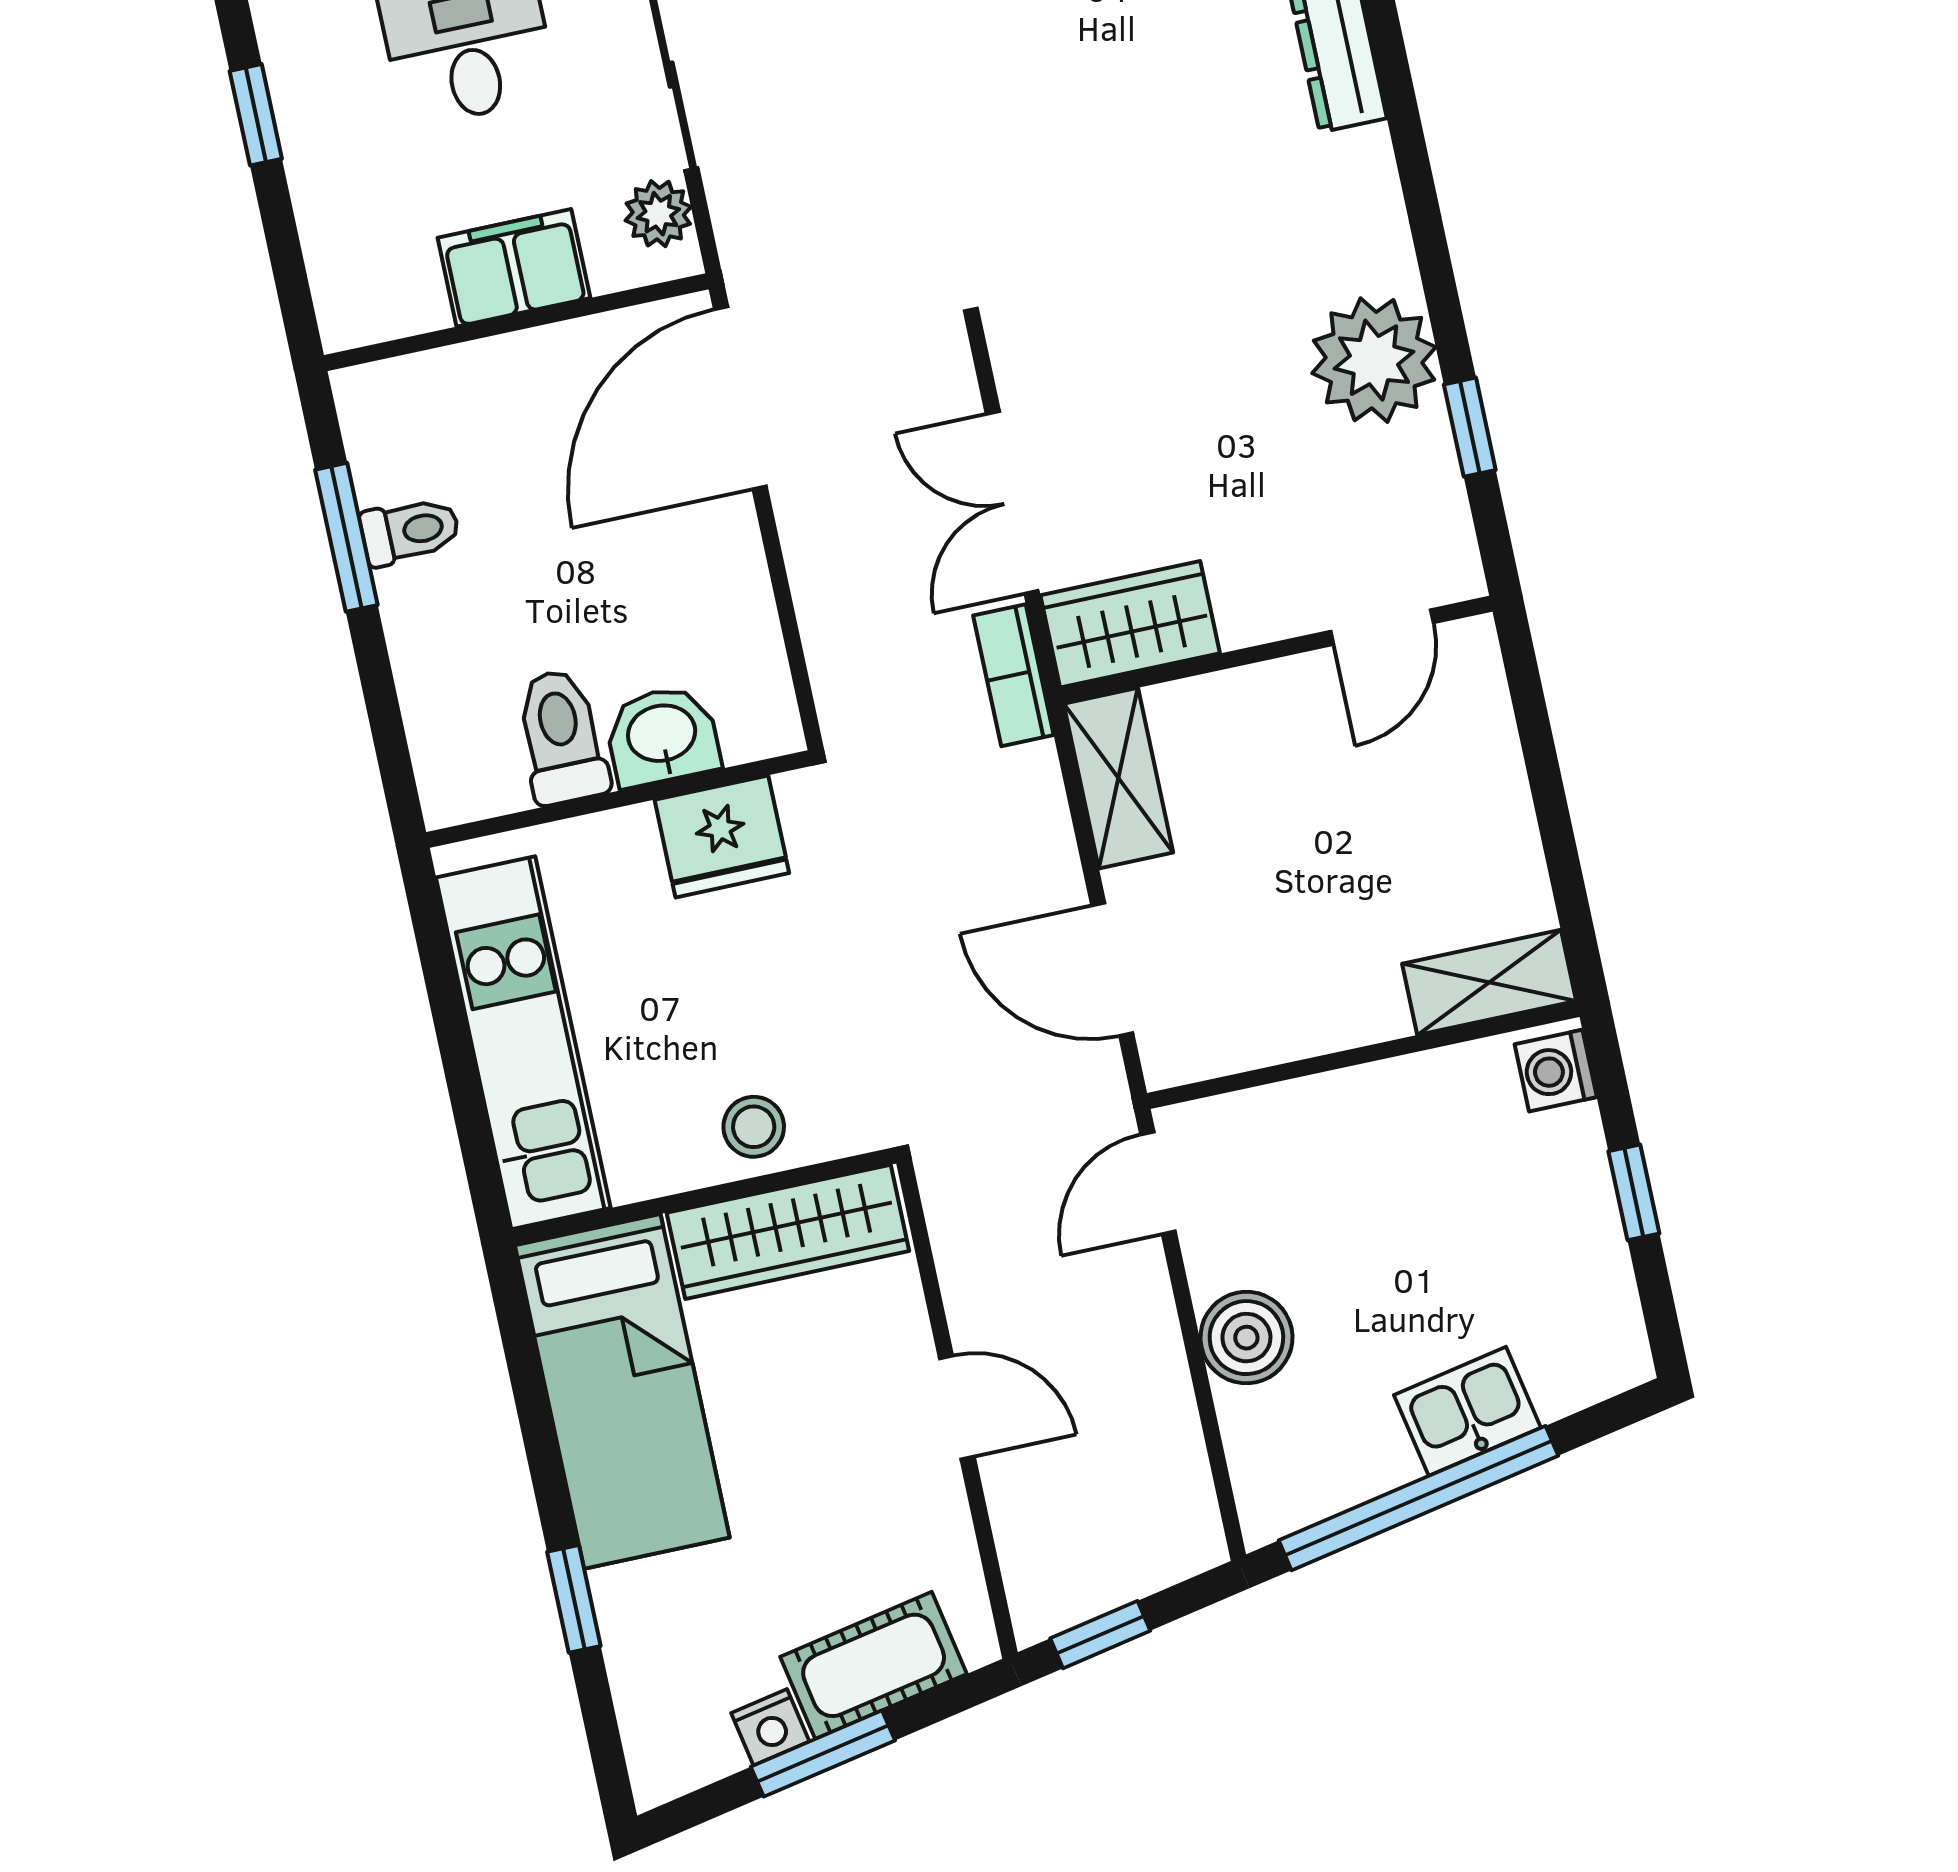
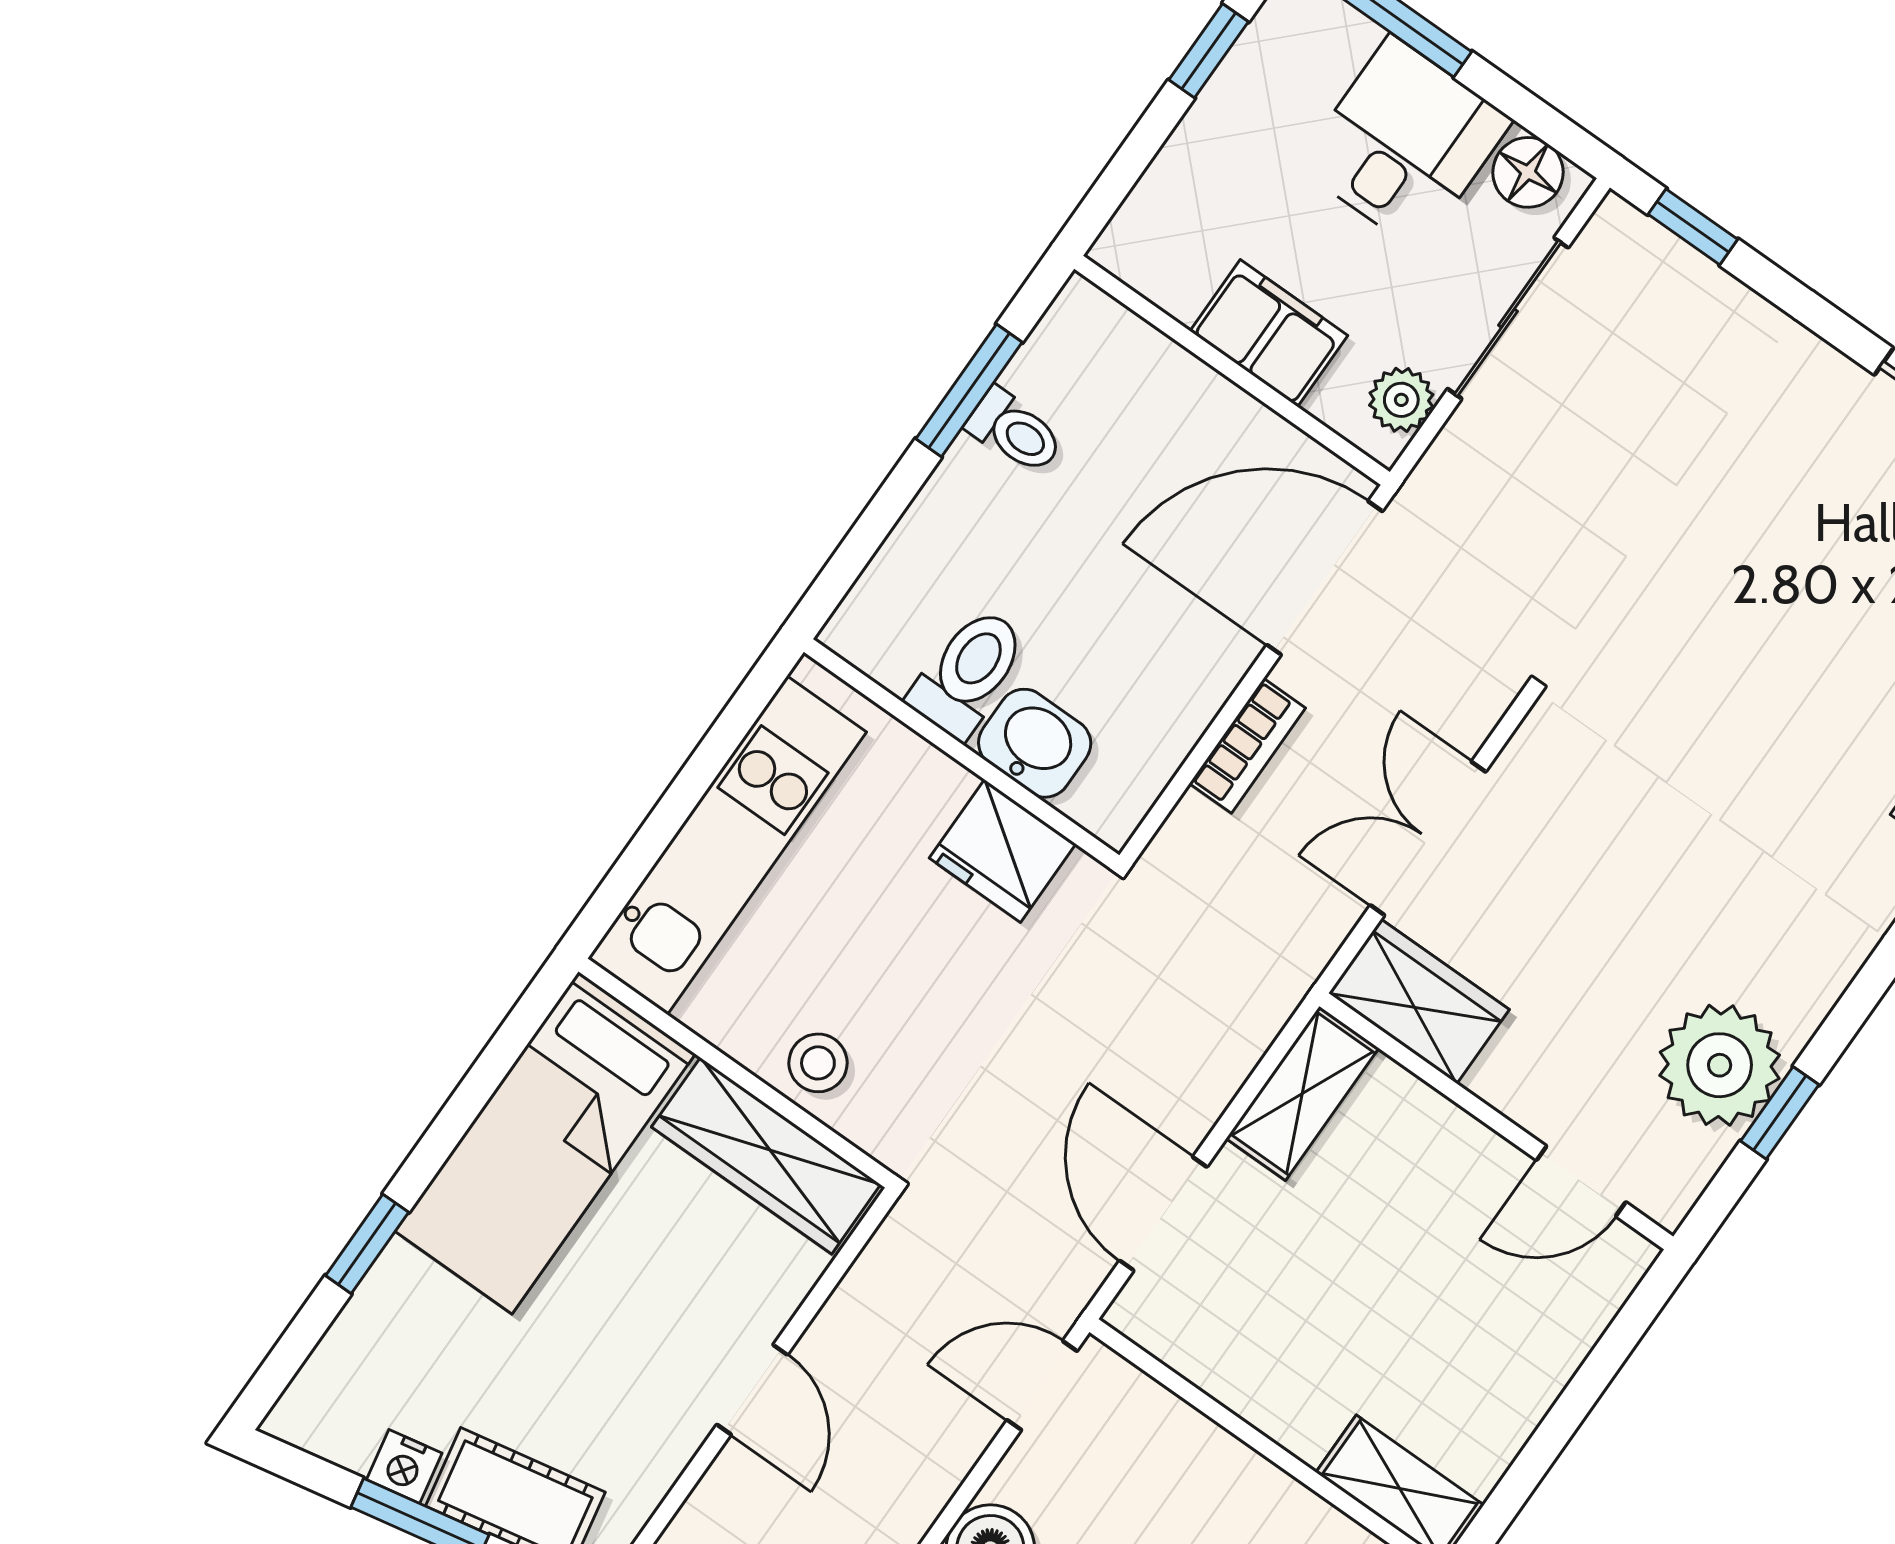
plant: (1374, 360) -> (1720, 1065), moved
bookcase: (1013, 675) -> (1247, 746), moved, turned 180

